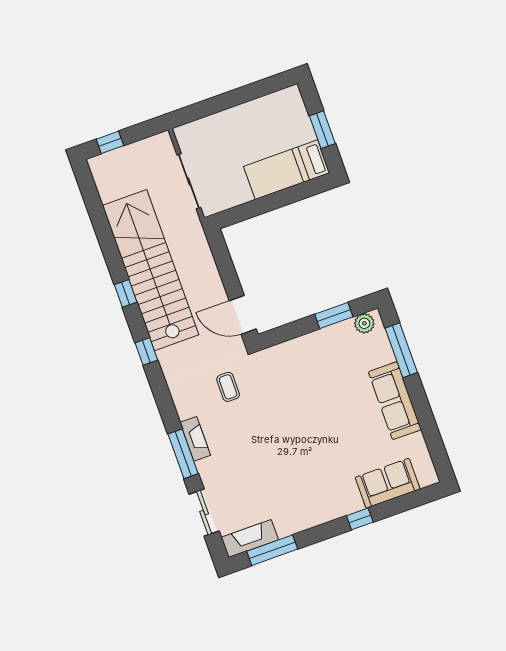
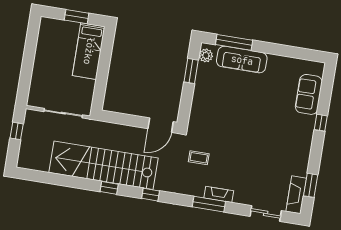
window: (110, 142) -> (17, 131), moved
sofa: (395, 401) -> (242, 60), moved
window: (183, 454) -> (209, 204), moved
window: (272, 550) -> (311, 185), width x0.69

